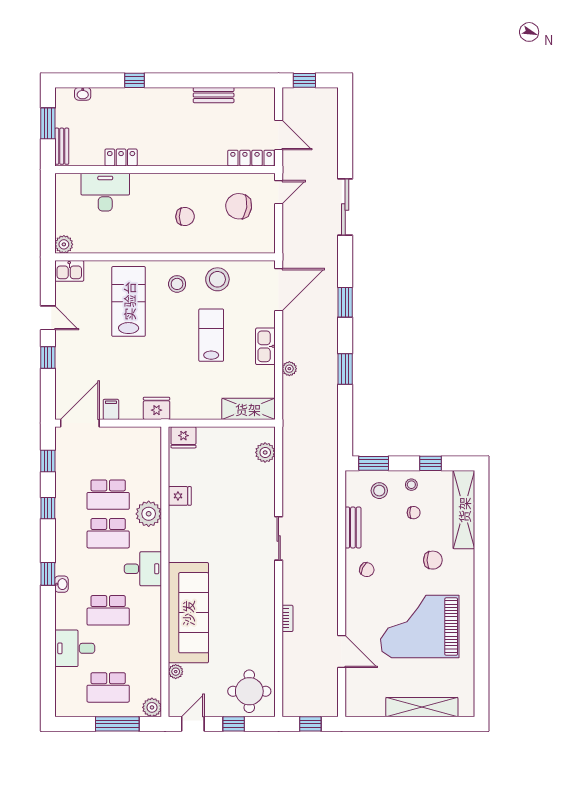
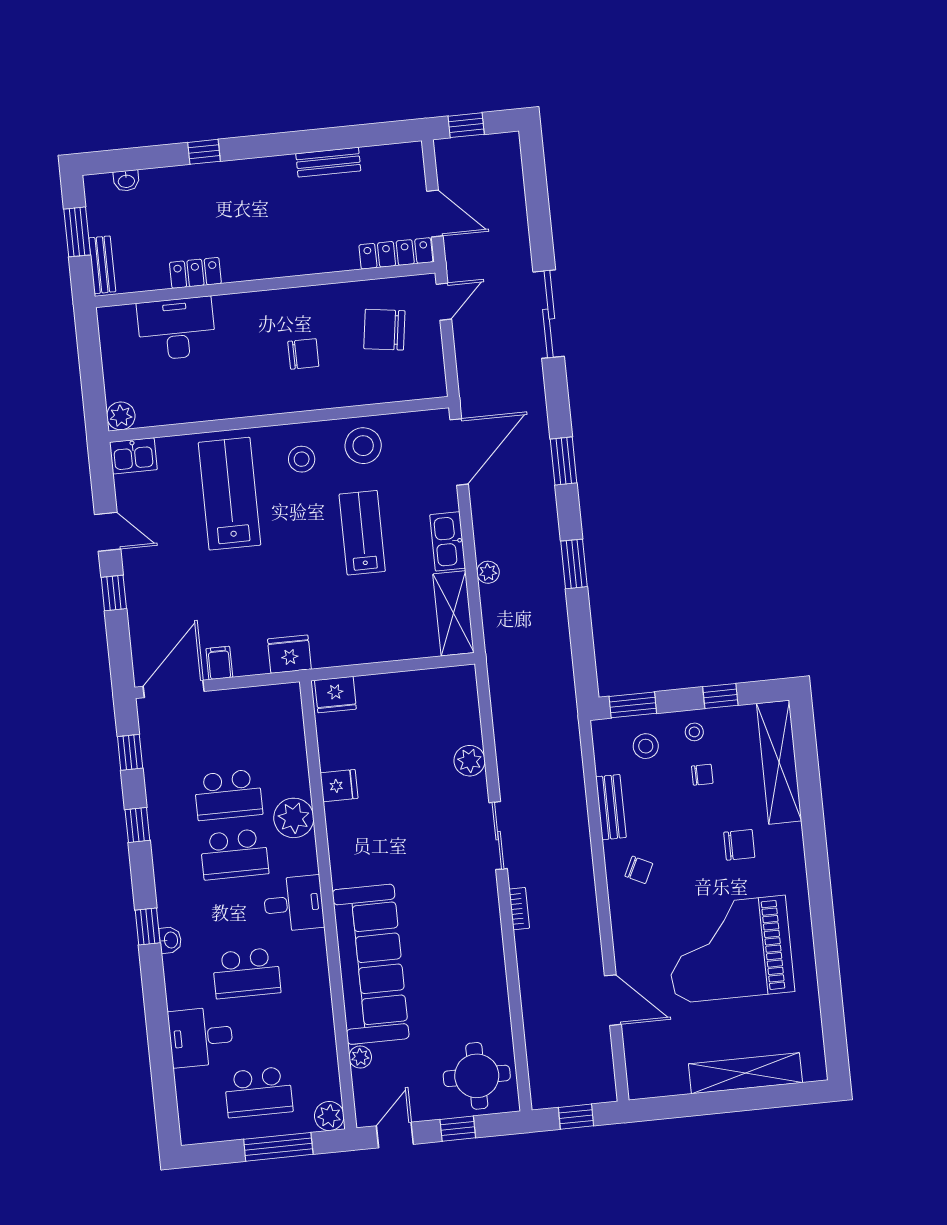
shelving: (248, 409) -> (453, 613), moved, turned 90
plant: (265, 452) -> (470, 761), moved
bookcase: (287, 618) -> (519, 909), moved

